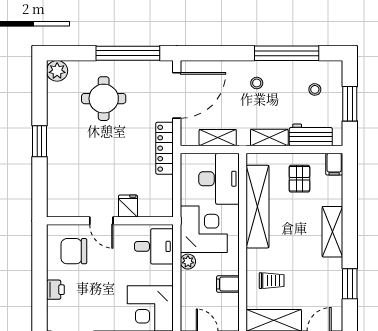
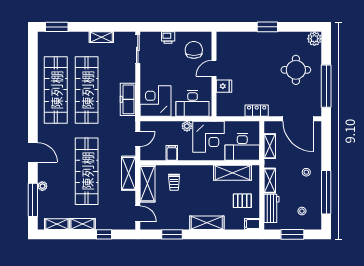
locker: (165, 148) -> (257, 111), width x0.66
shelving: (258, 207) -> (232, 173), width x0.68
desk: (154, 246) -> (193, 103), width x1.37

